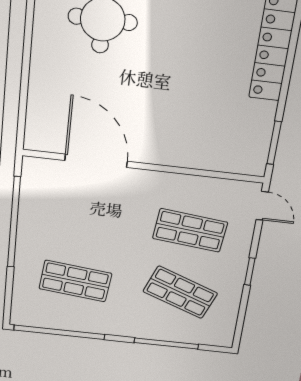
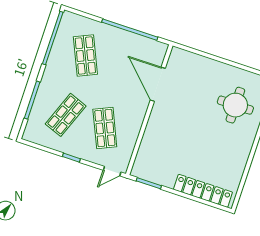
door: (96, 161) -> (158, 84), swing flipped
shop shelf: (190, 230) -> (105, 128), turned -30
shop shelf: (75, 281) -> (85, 56), turned -30

